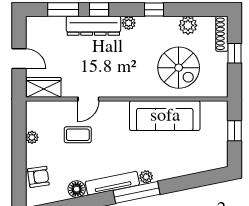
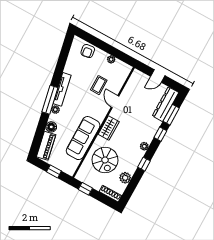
dresser: (93, 26) -> (165, 104), moved
window: (235, 53) -> (85, 189), moved
spiral stairs: (179, 68) -> (105, 160), turned -90
wardrobe: (44, 87) -> (109, 128), moved
piano: (204, 162) -> (46, 146), added
floor lamp: (77, 189) -> (51, 127), moved

